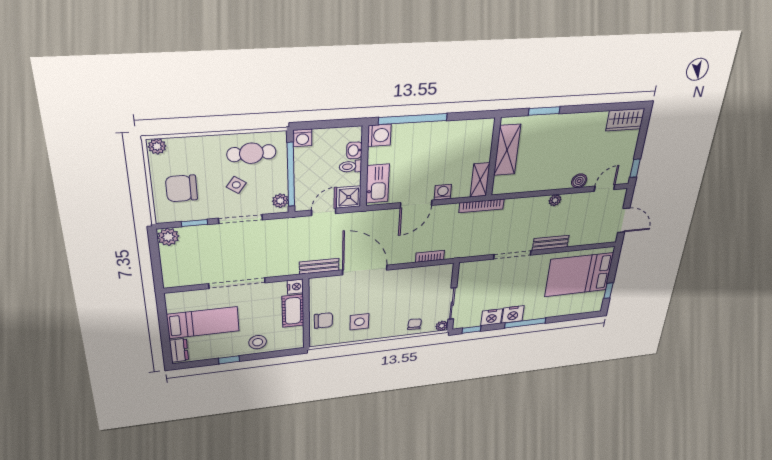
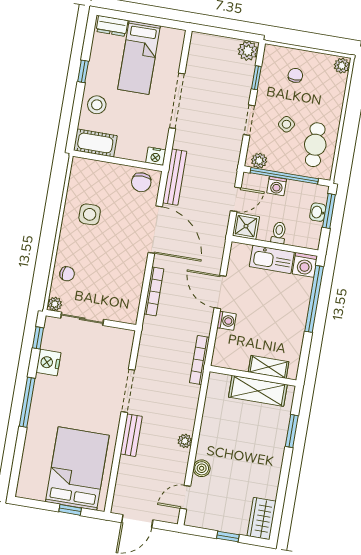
window: (319, 125) -> (329, 211), added
washing machine: (302, 138) -> (277, 186), moved, turned -90
washbasin: (354, 150) -> (318, 212), moved, turned -90
window: (635, 168) -> (228, 537), moved
shelving: (480, 180) -> (269, 367), moved
kitchen sink: (377, 184) -> (272, 259), moved
chair: (181, 188) -> (295, 75), width x0.54, depth x0.54
door: (604, 188) -> (185, 497), swing flipped
door: (324, 212) -> (236, 199), hinge flipped
doorway: (241, 219) -> (249, 120), width x0.73
bookcase: (430, 256) -> (154, 291), width x1.56
bench: (319, 266) -> (175, 177), width x1.36
door: (365, 270) -> (155, 230), hinge flipped
window: (608, 291) -> (70, 510), moved
cot: (293, 311) -> (95, 143), moved
nightstand: (513, 314) -> (44, 388), removed
chair: (323, 320) -> (141, 182), moved

